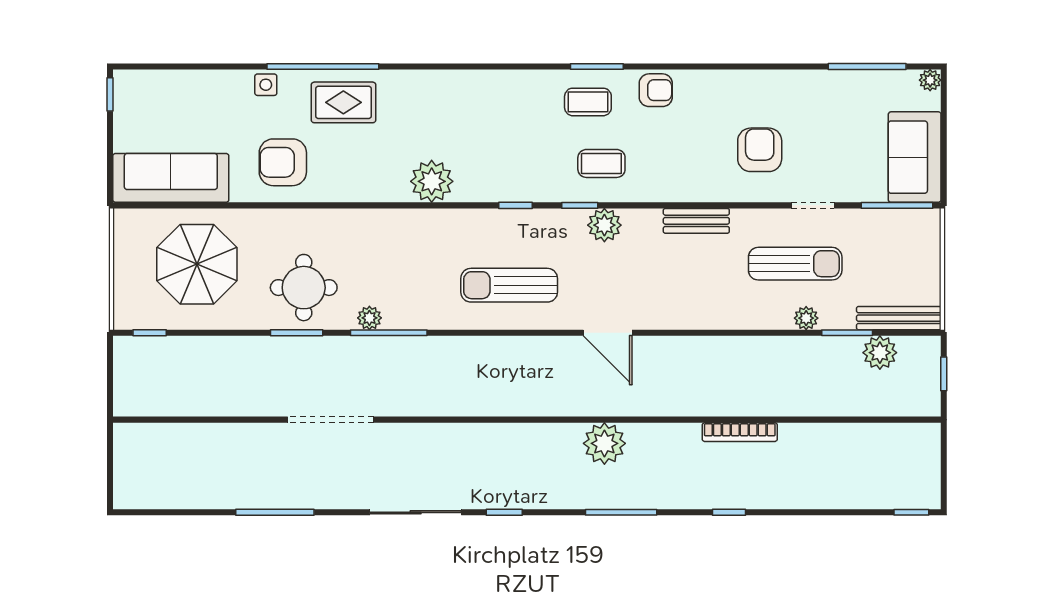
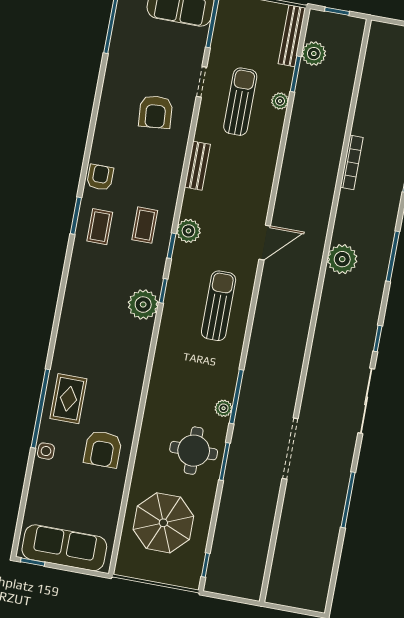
armchair: (760, 150) -> (156, 112), turned -95
sofa: (171, 178) -> (64, 548), moved, turned 90
plant: (432, 181) -> (143, 305), moved
sun lounger: (509, 285) -> (219, 306), turned 180

